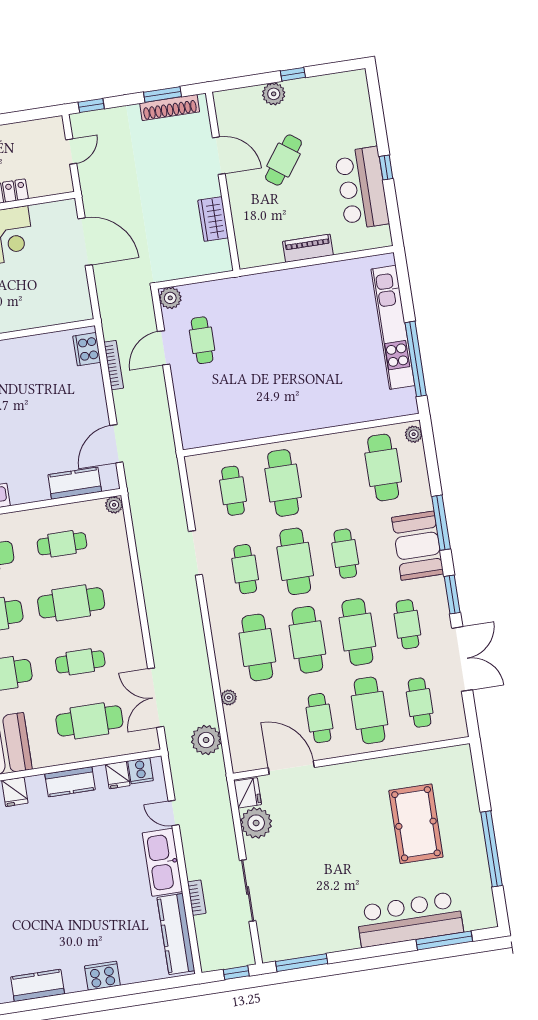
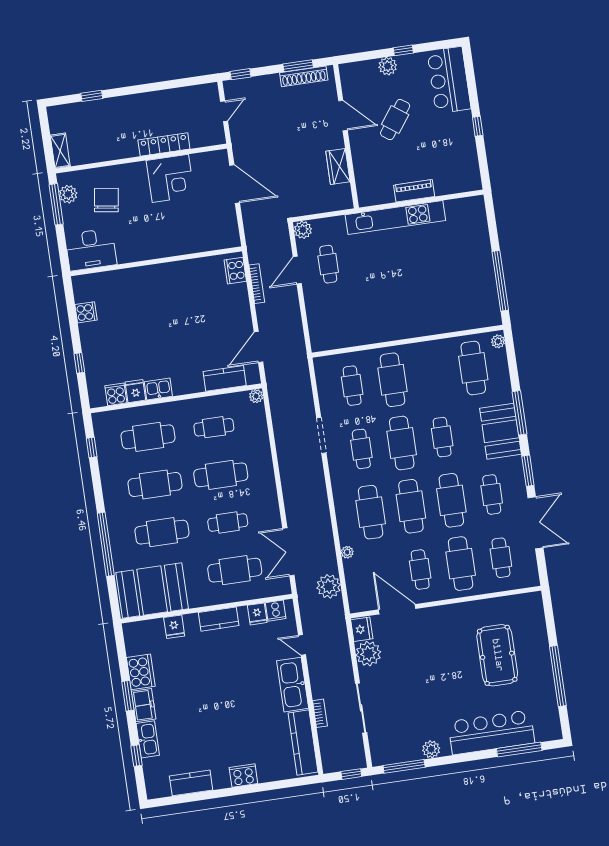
bar counter: (362, 188) -> (449, 80), moved
kitchen unit: (393, 327) -> (395, 218), moved, turned -90
plant: (335, 941) -> (431, 749), added

